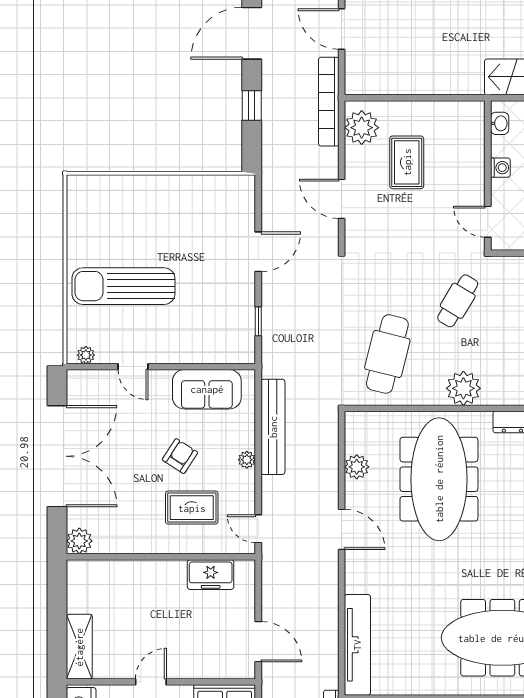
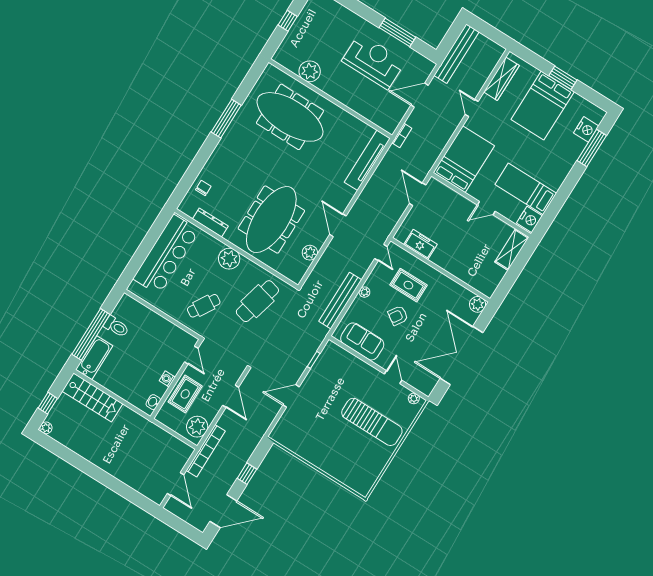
washbasin: (500, 123) -> (153, 402), moved
washing machine: (500, 168) -> (167, 379), moved
wall: (488, 175) -> (176, 379), moved
door: (488, 222) -> (191, 355), moved

